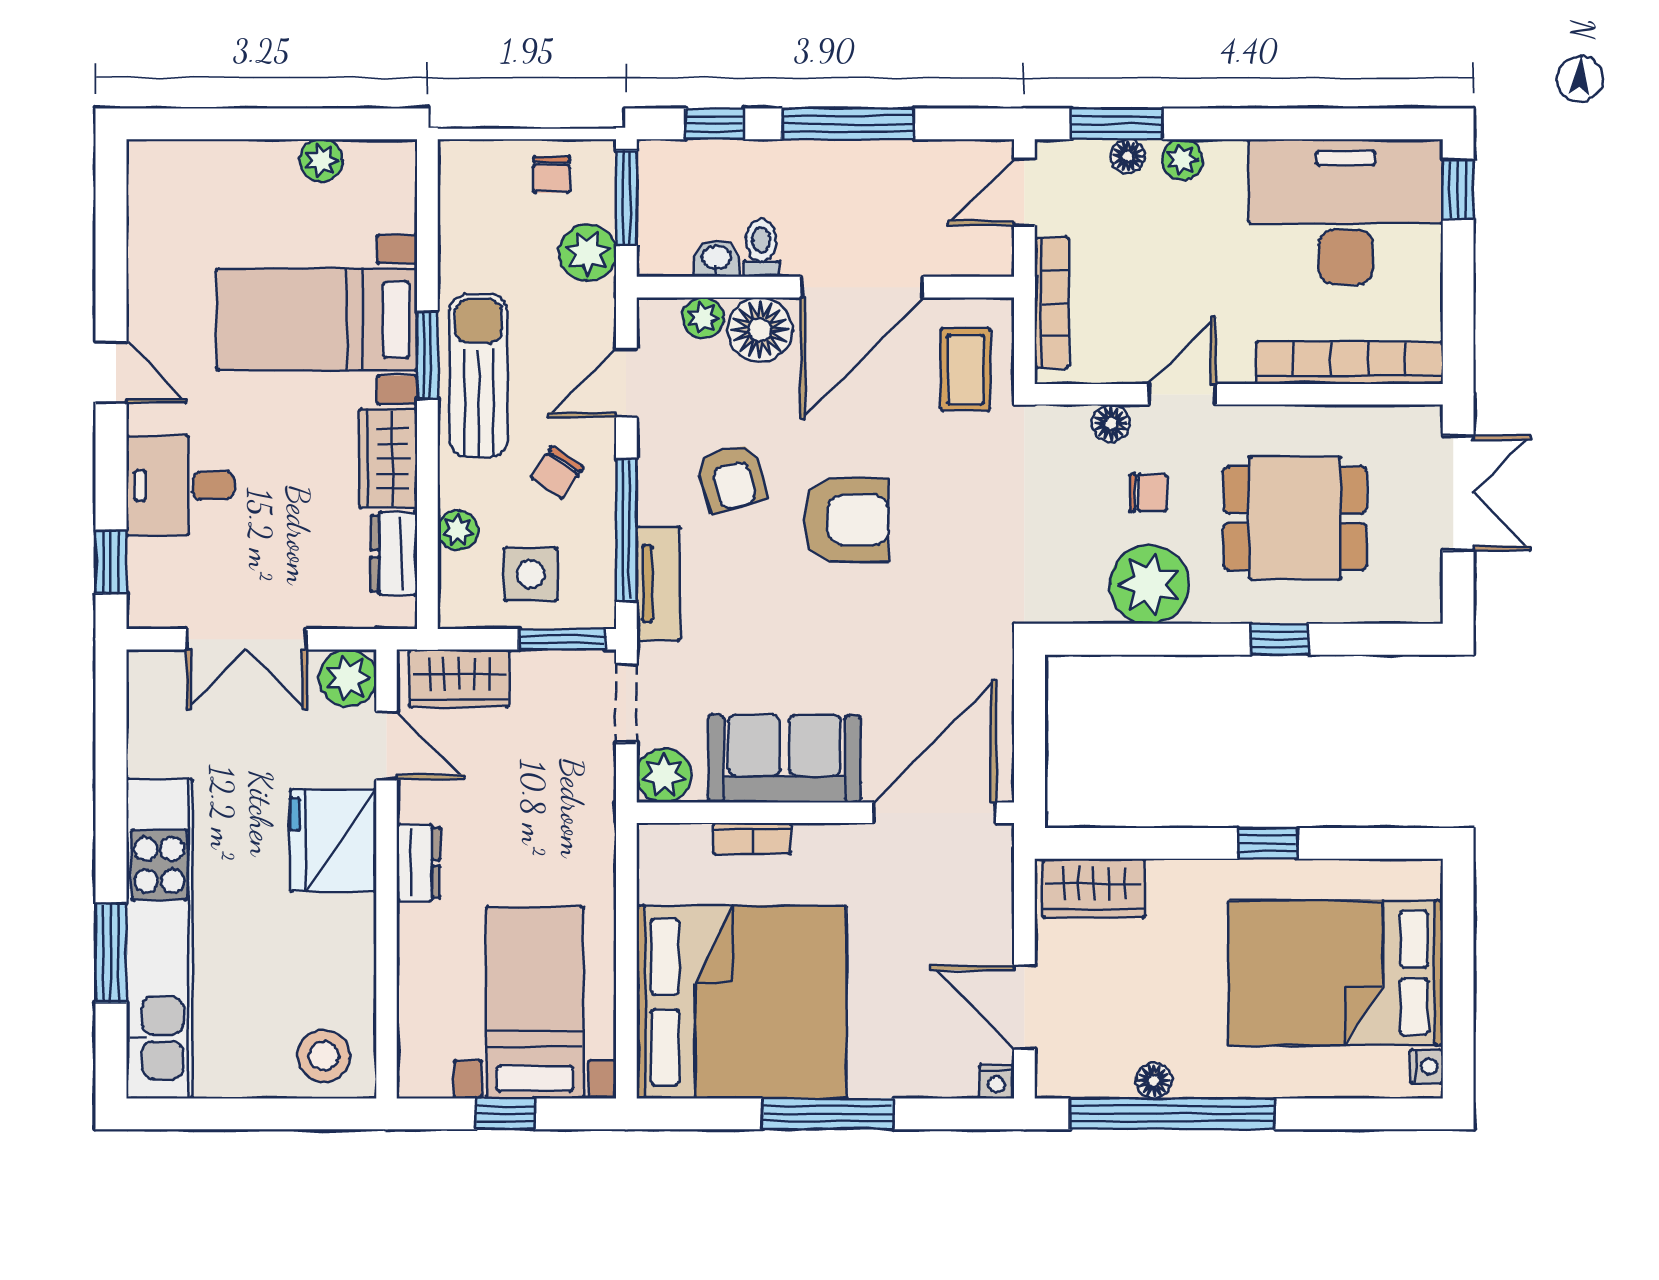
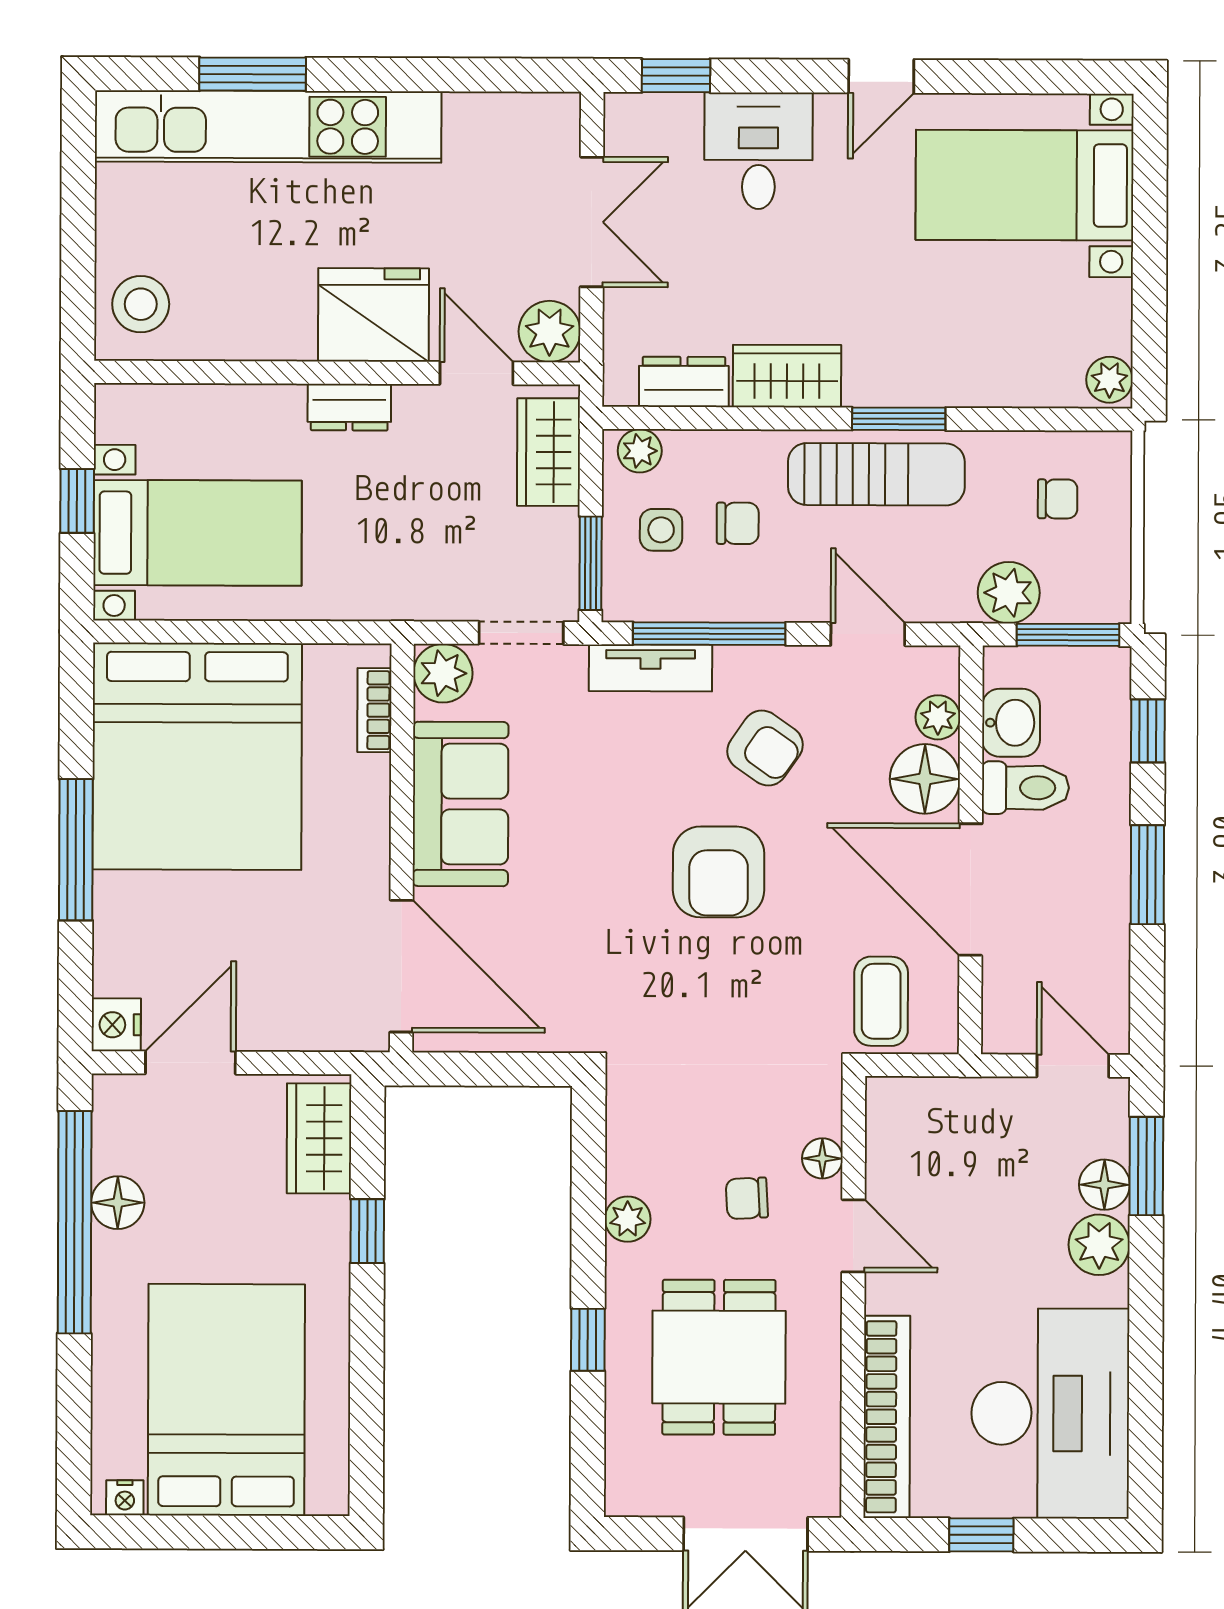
window: (848, 124) -> (1147, 875), width x0.69
floor lamp: (1128, 156) -> (1104, 1185), width x1.37, depth x1.37
plant: (321, 160) -> (1109, 380), moved
plant: (1182, 160) -> (1099, 1245), width x1.38, depth x1.38
chair: (552, 175) -> (1058, 499), moved, turned 180
window: (1458, 189) -> (981, 1535), moved
toilet: (761, 248) -> (1025, 788), width x1.37, depth x1.39
washbasin: (716, 258) -> (1011, 723), width x1.38, depth x1.45
bookcase: (1051, 303) -> (953, 1094), removed
bed with nightstands: (317, 320) -> (1025, 185), moved, turned -90
coffee table: (965, 369) -> (881, 1001), turned 90
chair: (557, 472) -> (738, 523), moved, turned 146
armchair: (732, 477) -> (765, 748), turned -129
chair: (1148, 493) -> (747, 1198), turned 87
plant: (458, 530) -> (640, 451), moved
side table: (531, 574) -> (661, 530), width x0.73, depth x0.73
plant: (1149, 584) -> (628, 1219), width x0.53, depth x0.53
double door: (246, 639) -> (592, 222), swing flipped
door: (387, 745) -> (476, 373), swing flipped
bookcase: (752, 838) -> (374, 710), moved
window: (1268, 843) -> (367, 1231), moved
floor lamp: (1154, 1081) -> (118, 1203), width x1.37, depth x1.37
nightstand: (997, 1082) -> (116, 1025), width x1.39, depth x1.35

